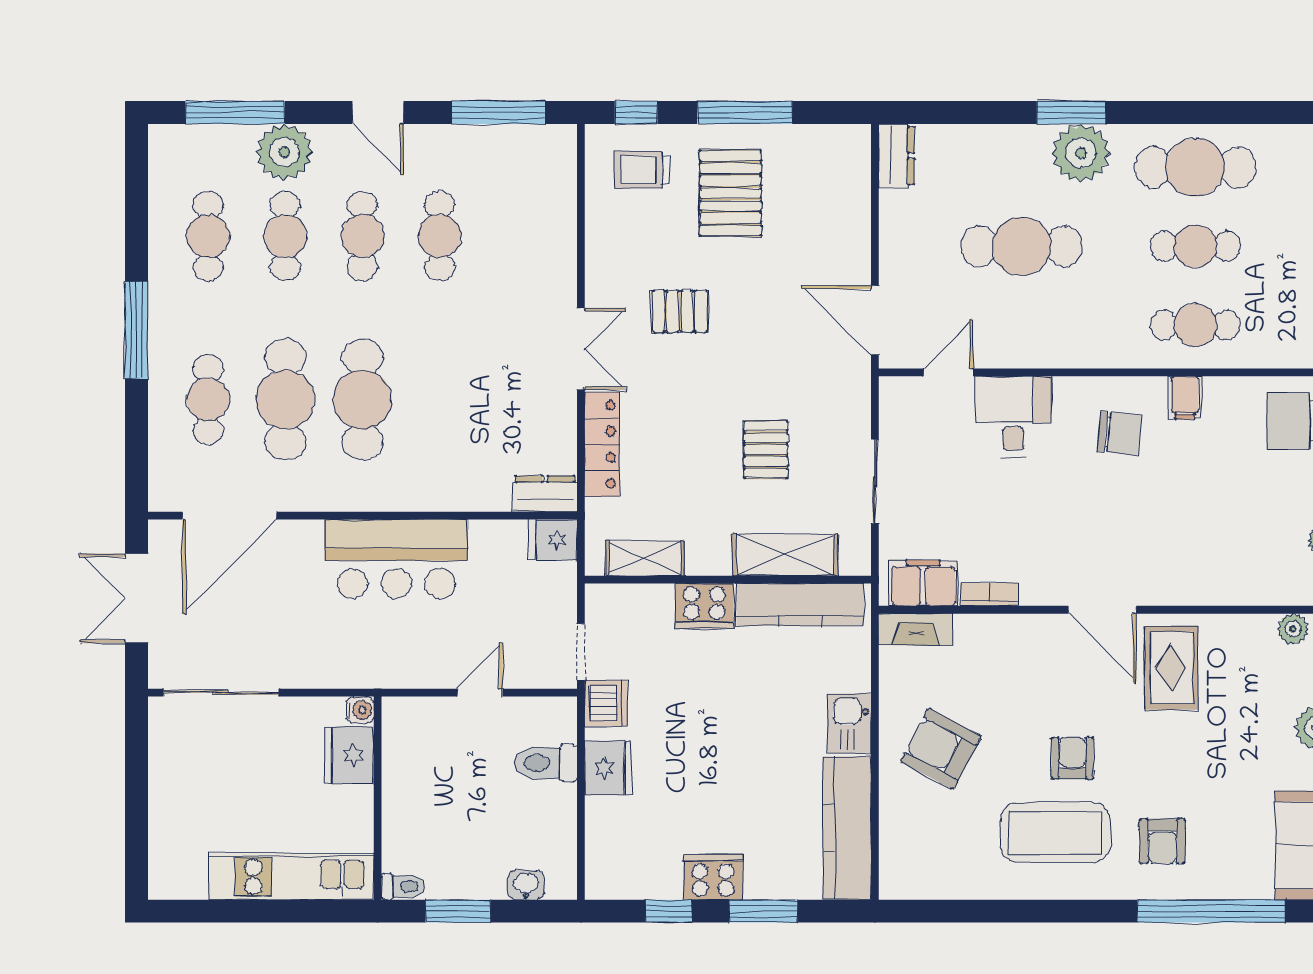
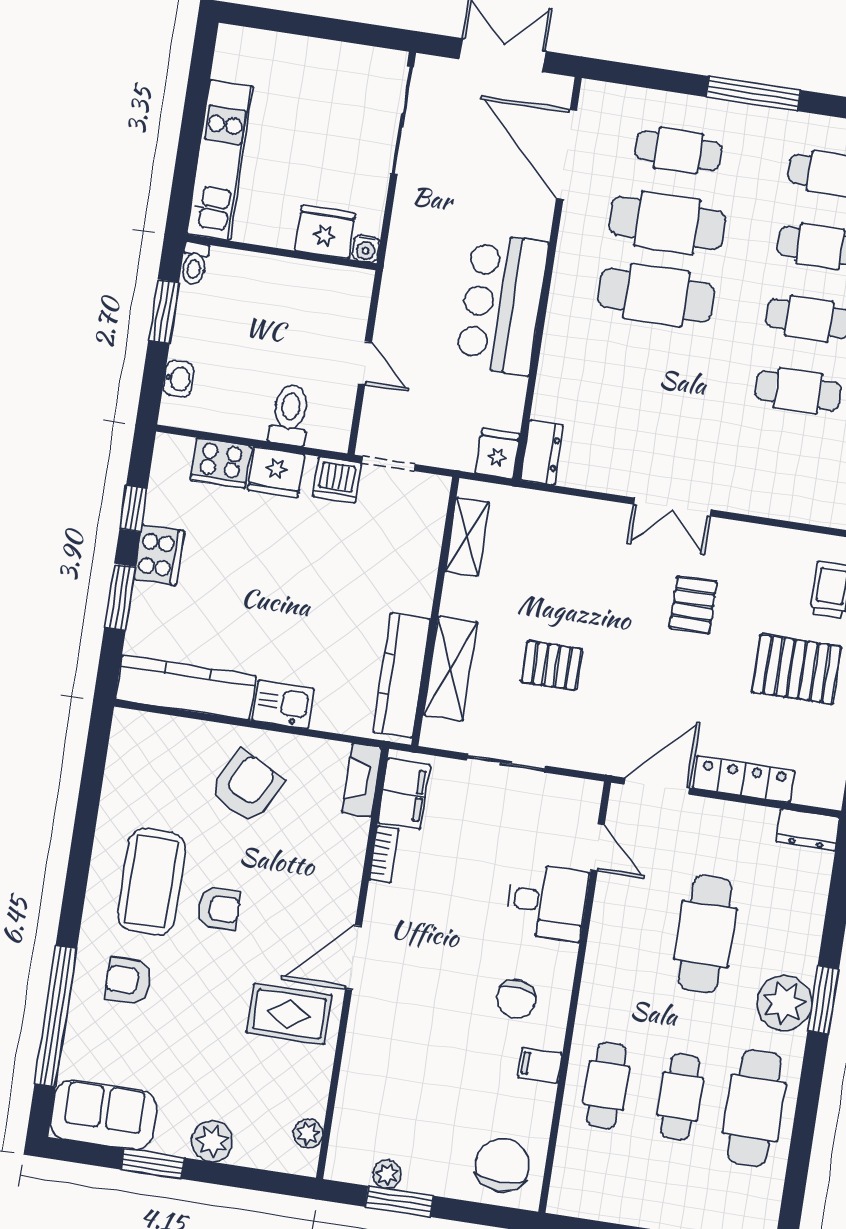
locker: (602, 444) -> (744, 779), moved, turned 180
cooker: (704, 606) -> (221, 463), moved, turned -90

